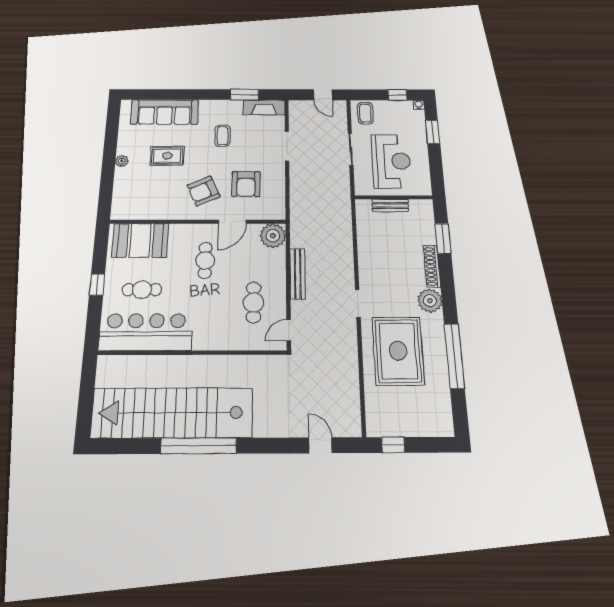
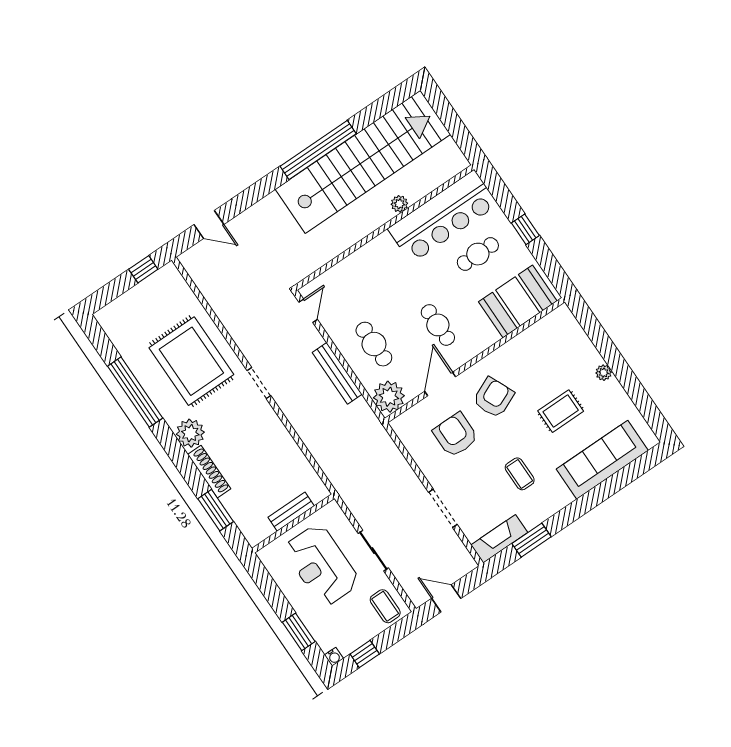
cafe table: (254, 302) -> (374, 344), moved
plant: (169, 363) -> (399, 204), added

